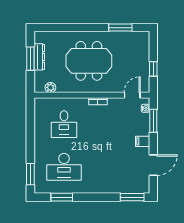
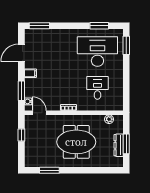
door: (132, 95) -> (39, 113), swing flipped
desk: (64, 167) -> (97, 52), width x1.36, depth x1.30

